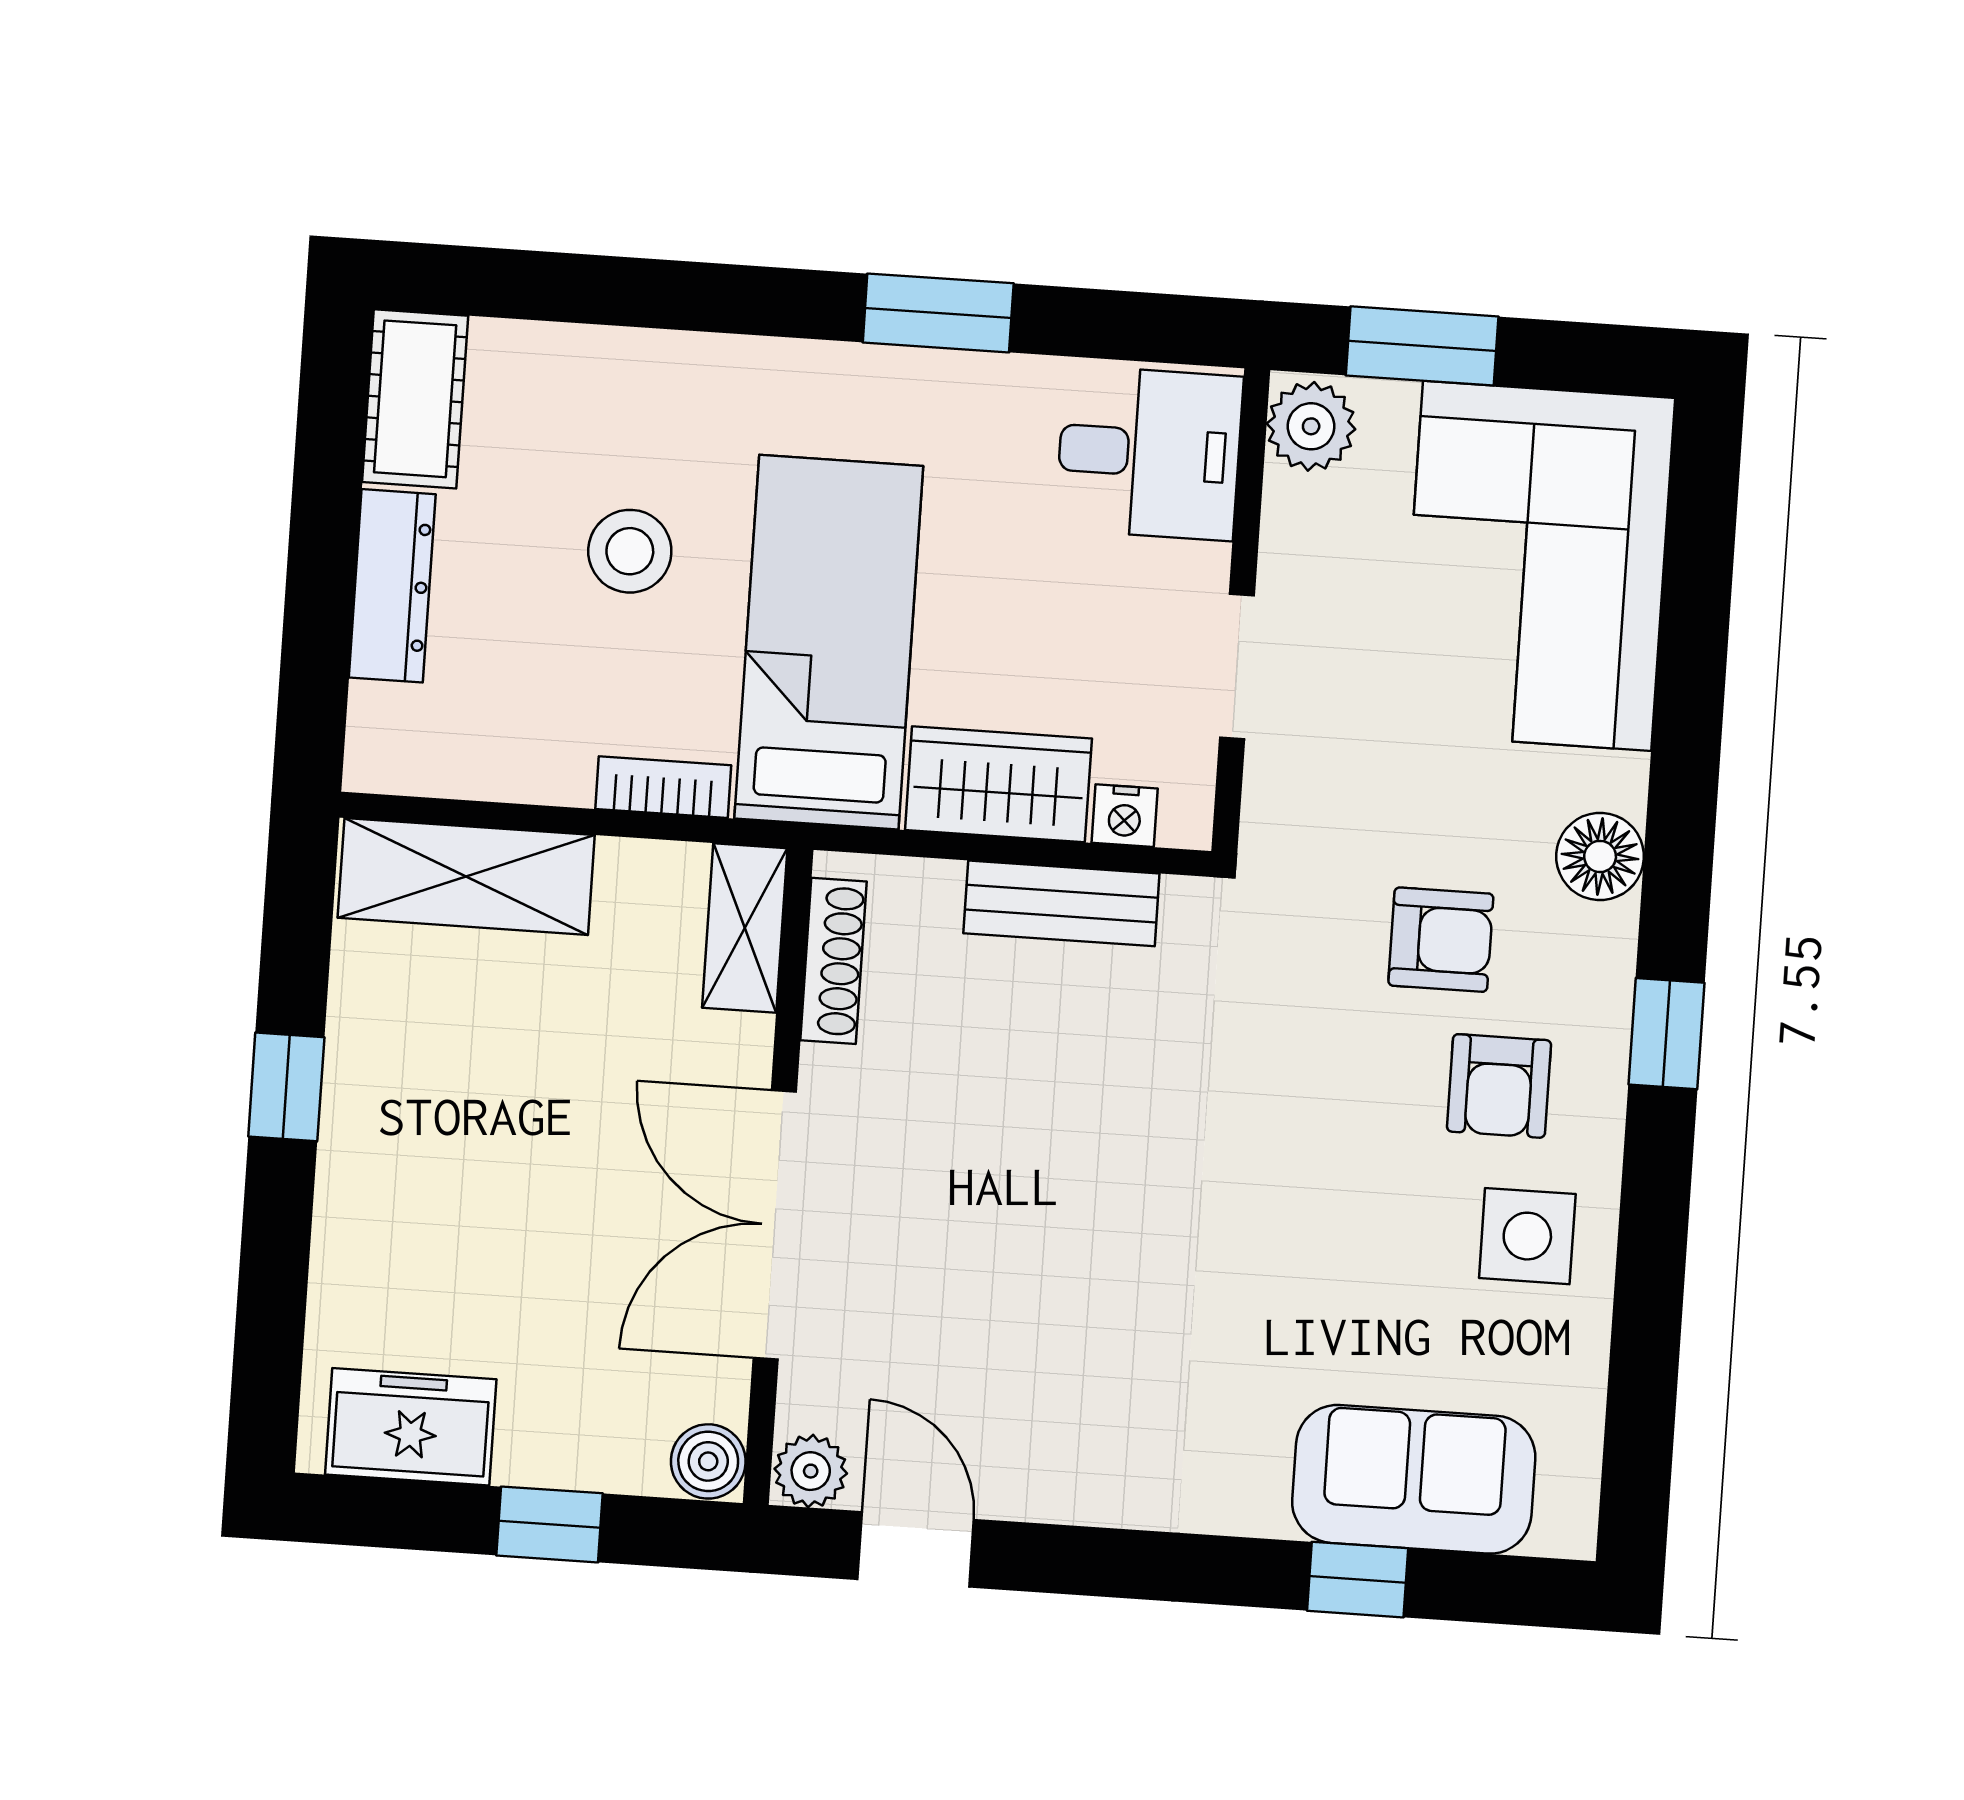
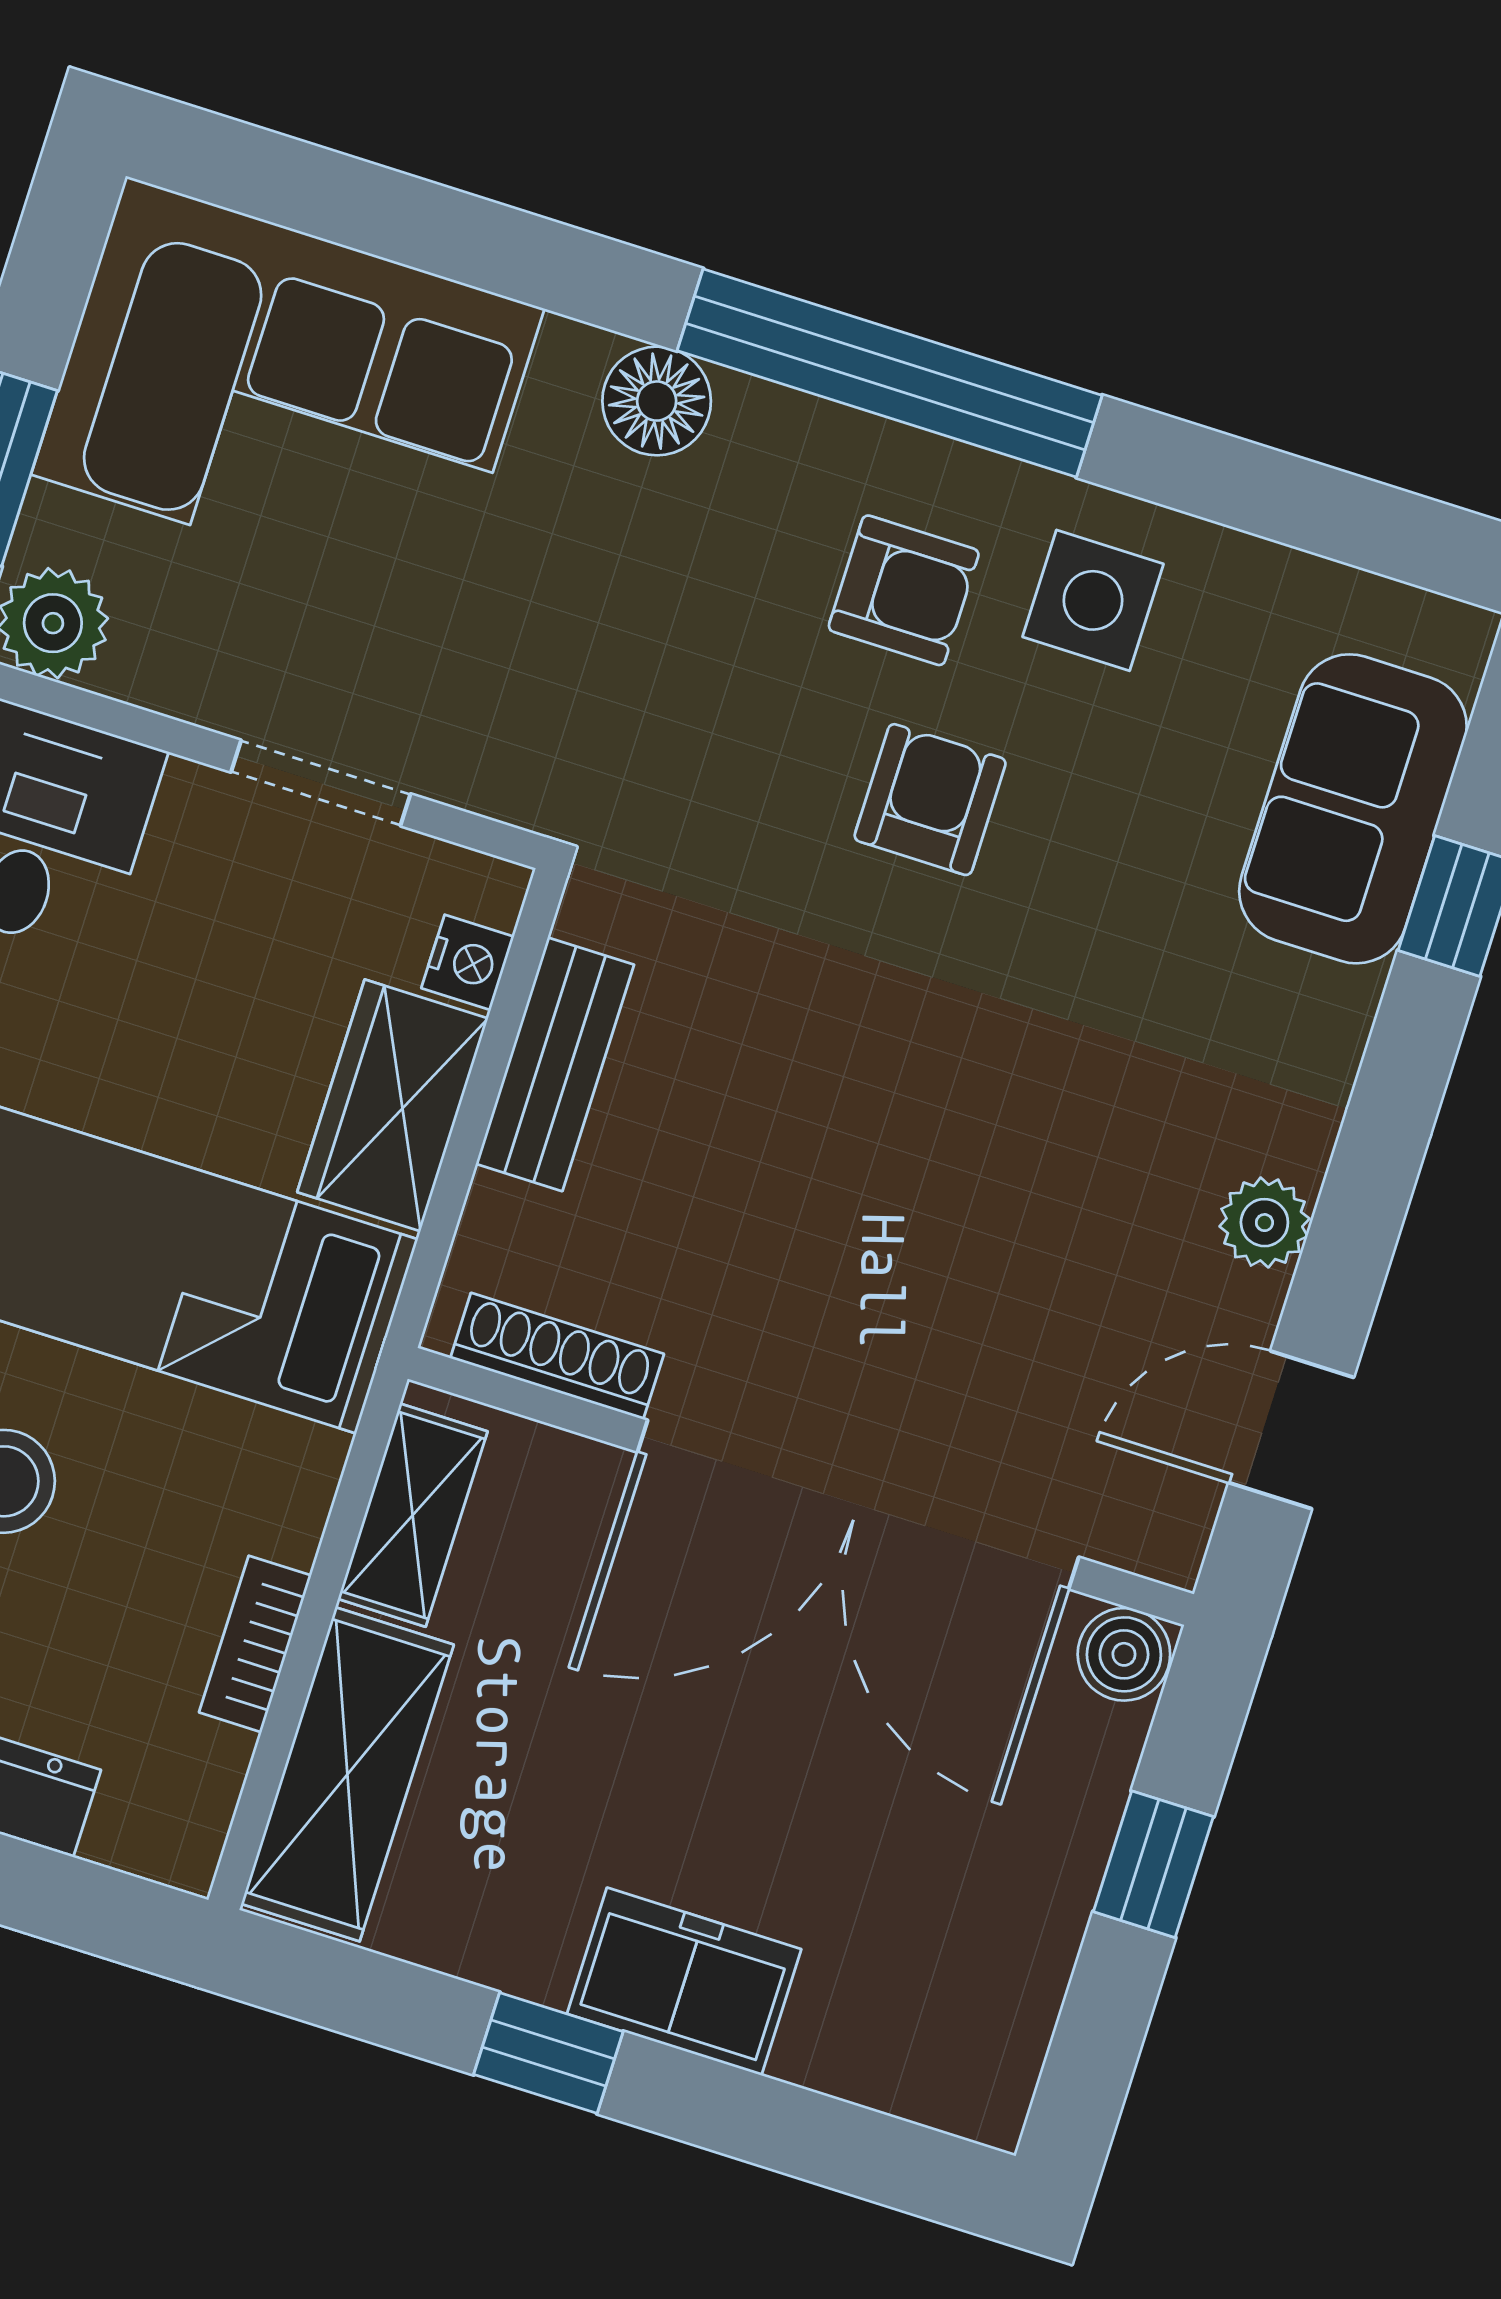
bookcase: (663, 787) -> (255, 1644), moved
shelving: (745, 928) -> (413, 1515), moved, turned 90
armchair: (1441, 940) -> (930, 800), moved
window: (1666, 1034) -> (890, 373), width x3.17
double door: (775, 1225) -> (858, 1505), width x1.36
freezer: (411, 1427) -> (684, 1982), moved, turned 90
plant: (811, 1471) -> (1264, 1223), moved

